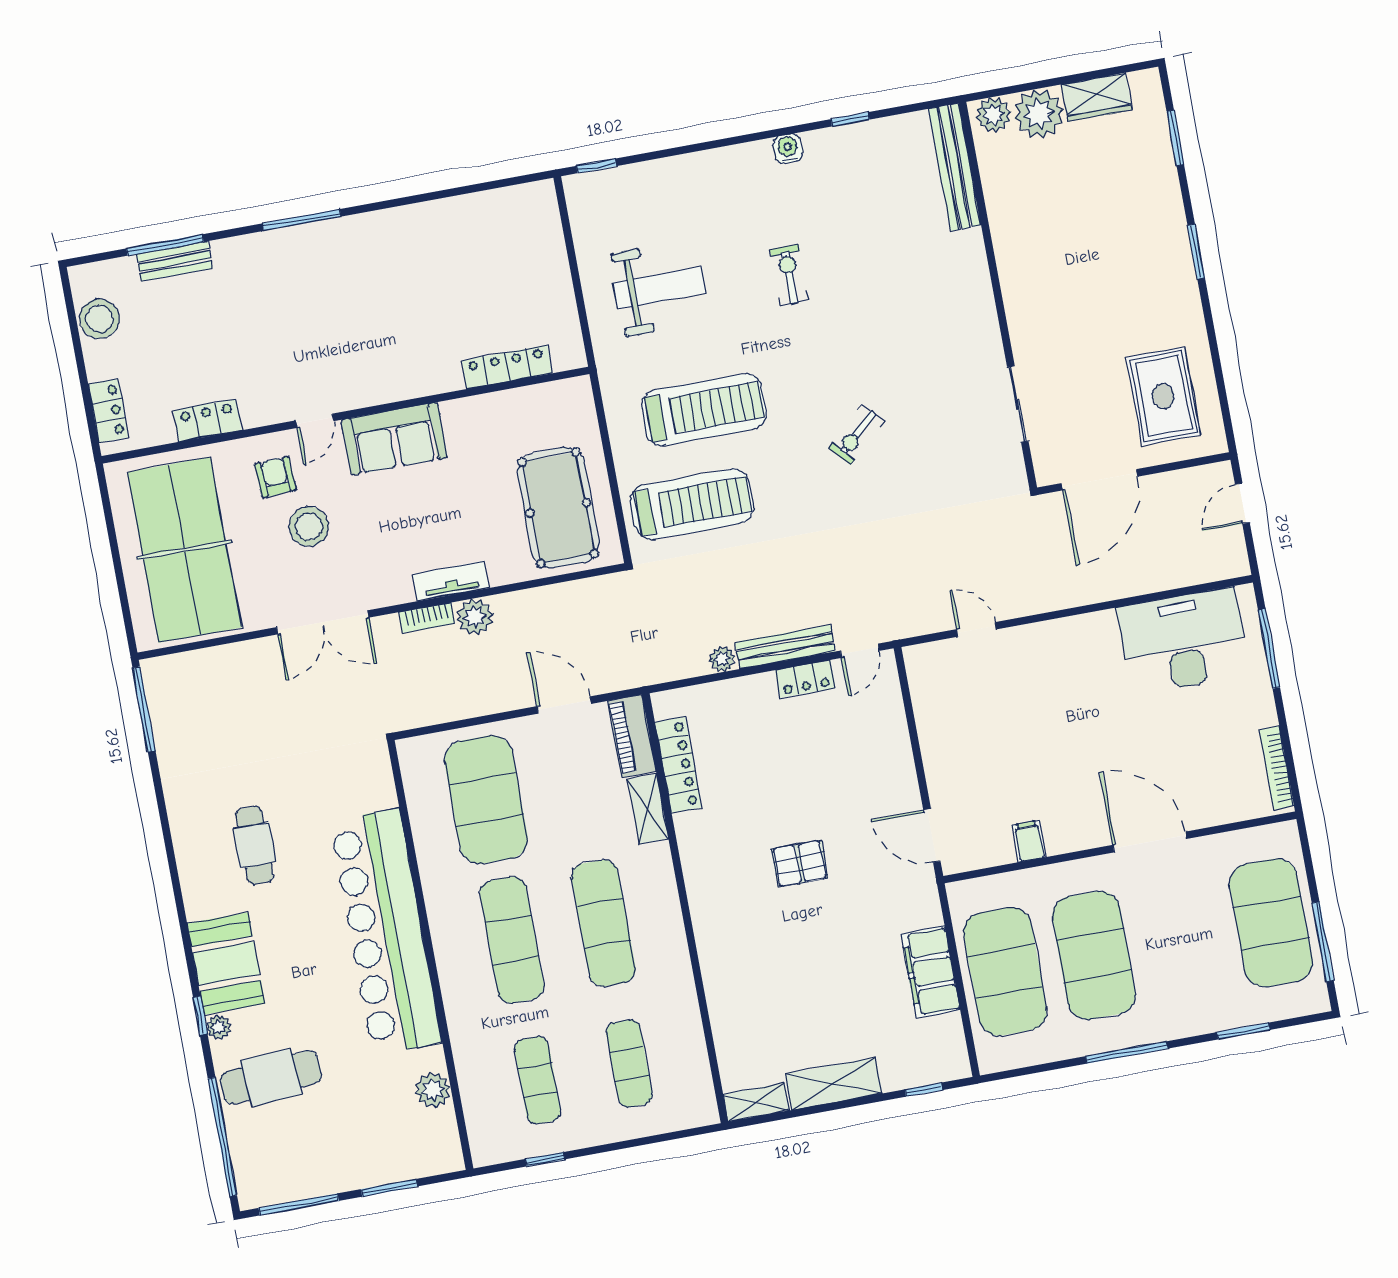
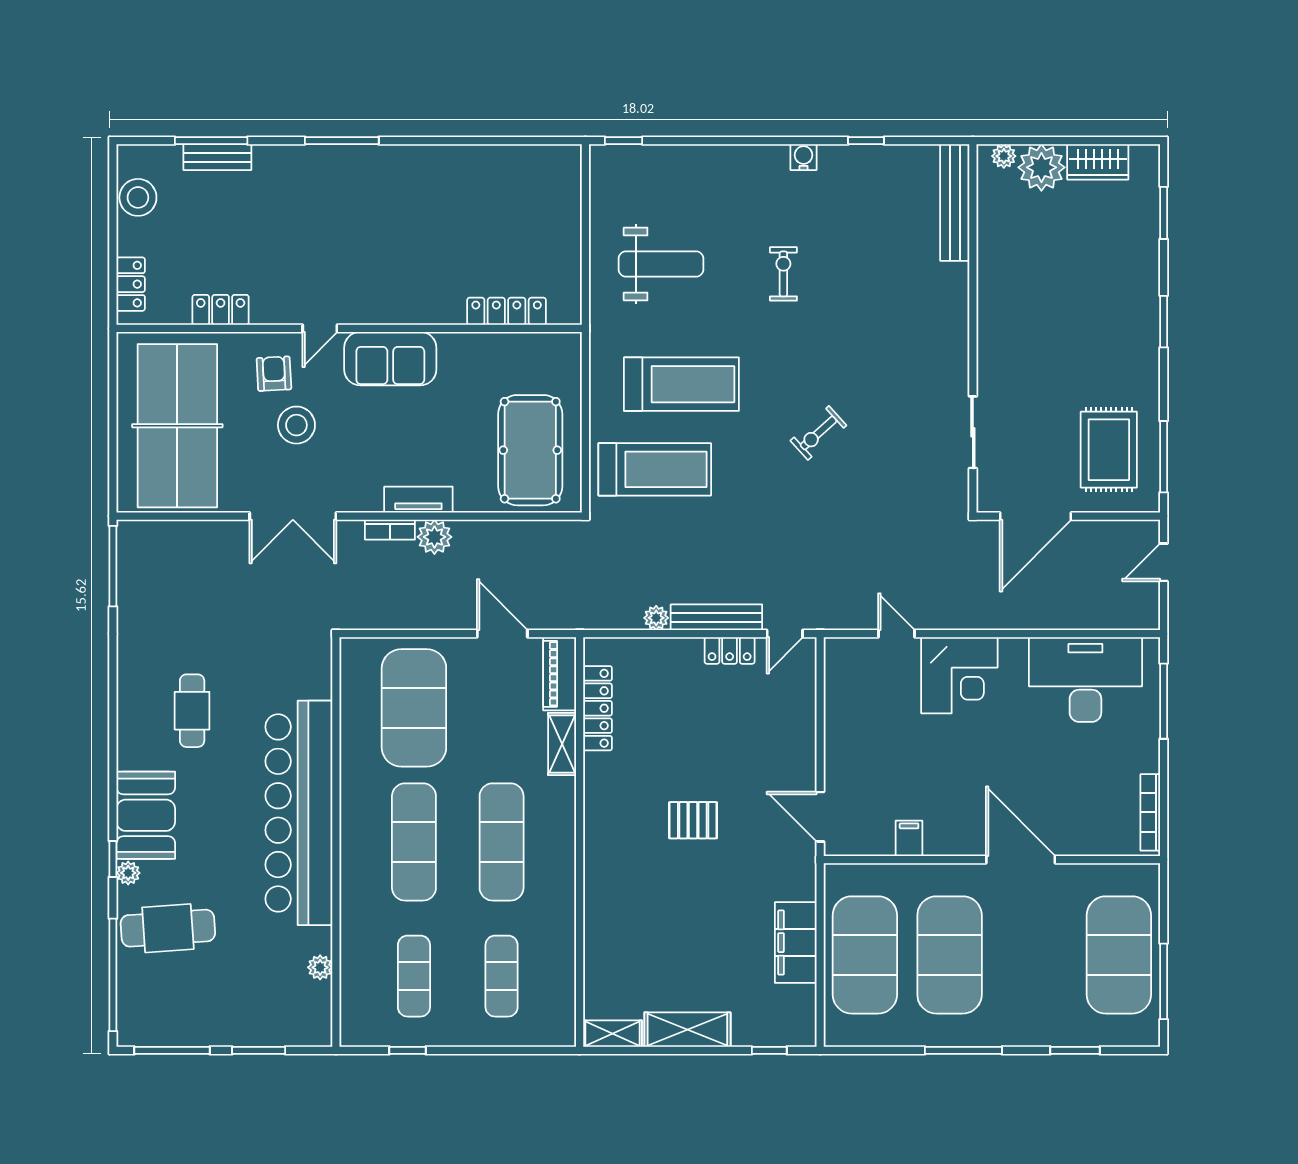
plant: (993, 115) -> (1004, 156), width x0.73, depth x0.73
window: (1222, 393) -> (1164, 457), added
corner desk: (1050, 661) -> (959, 675), added
plant: (433, 1090) -> (320, 967), width x0.73, depth x0.73

